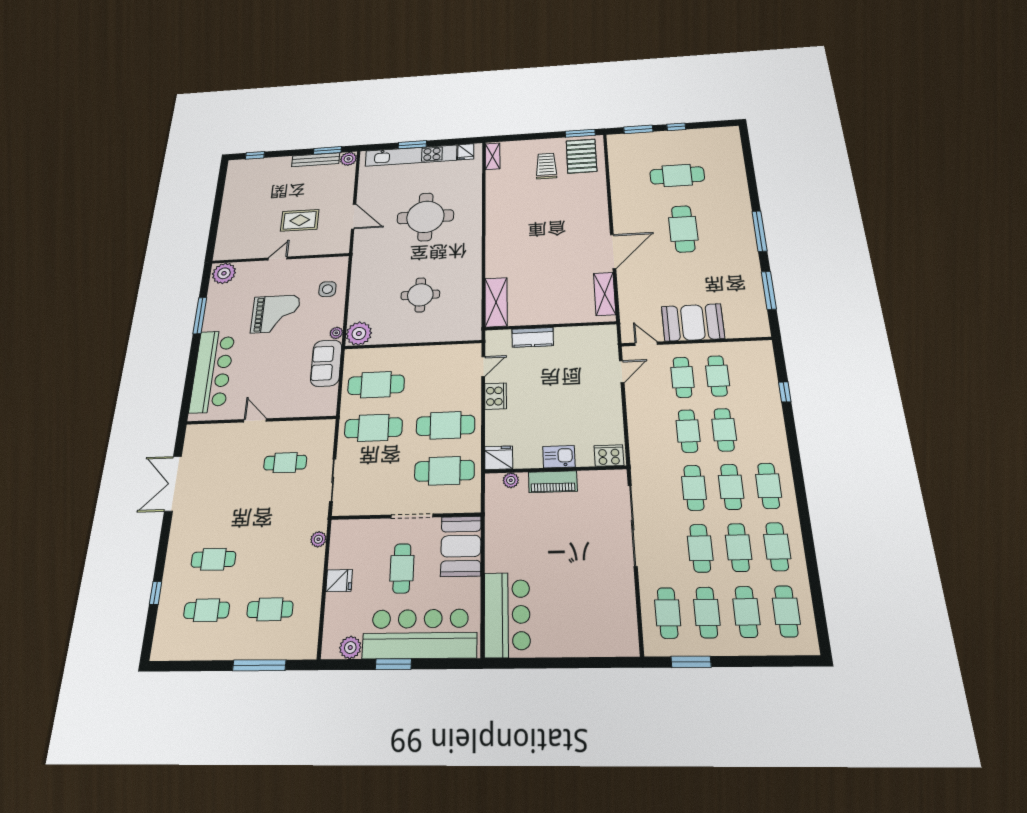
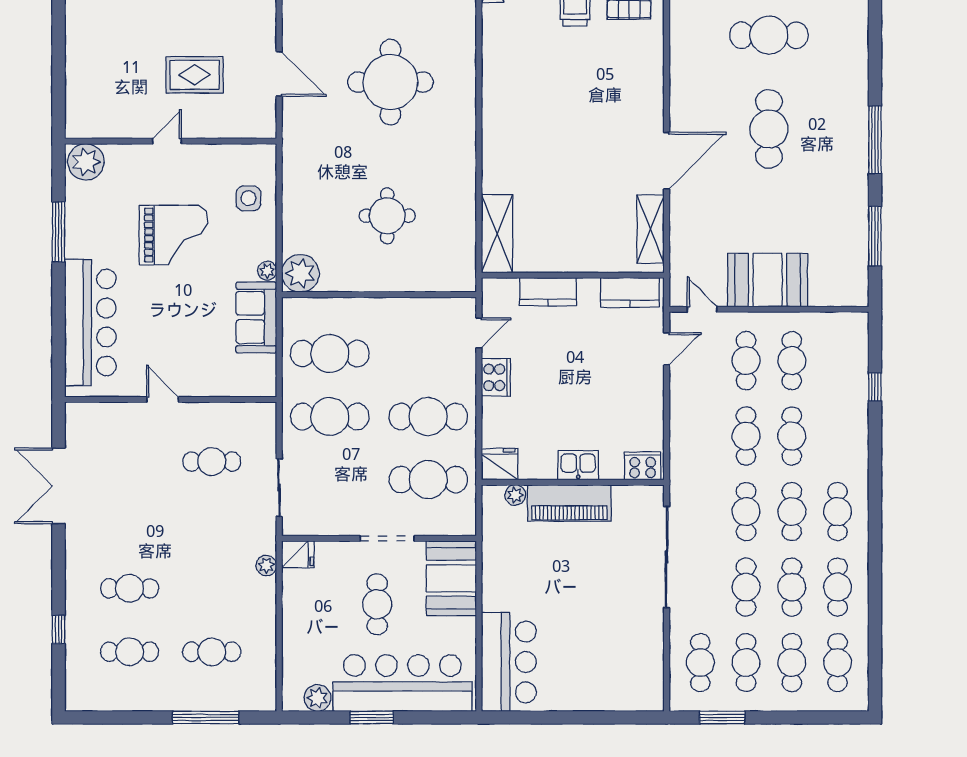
kitchen counter: (592, 335) -> (630, 292), added
piano: (553, 482) -> (569, 503), width x1.37, depth x1.33
fridge: (339, 581) -> (298, 554), moved

